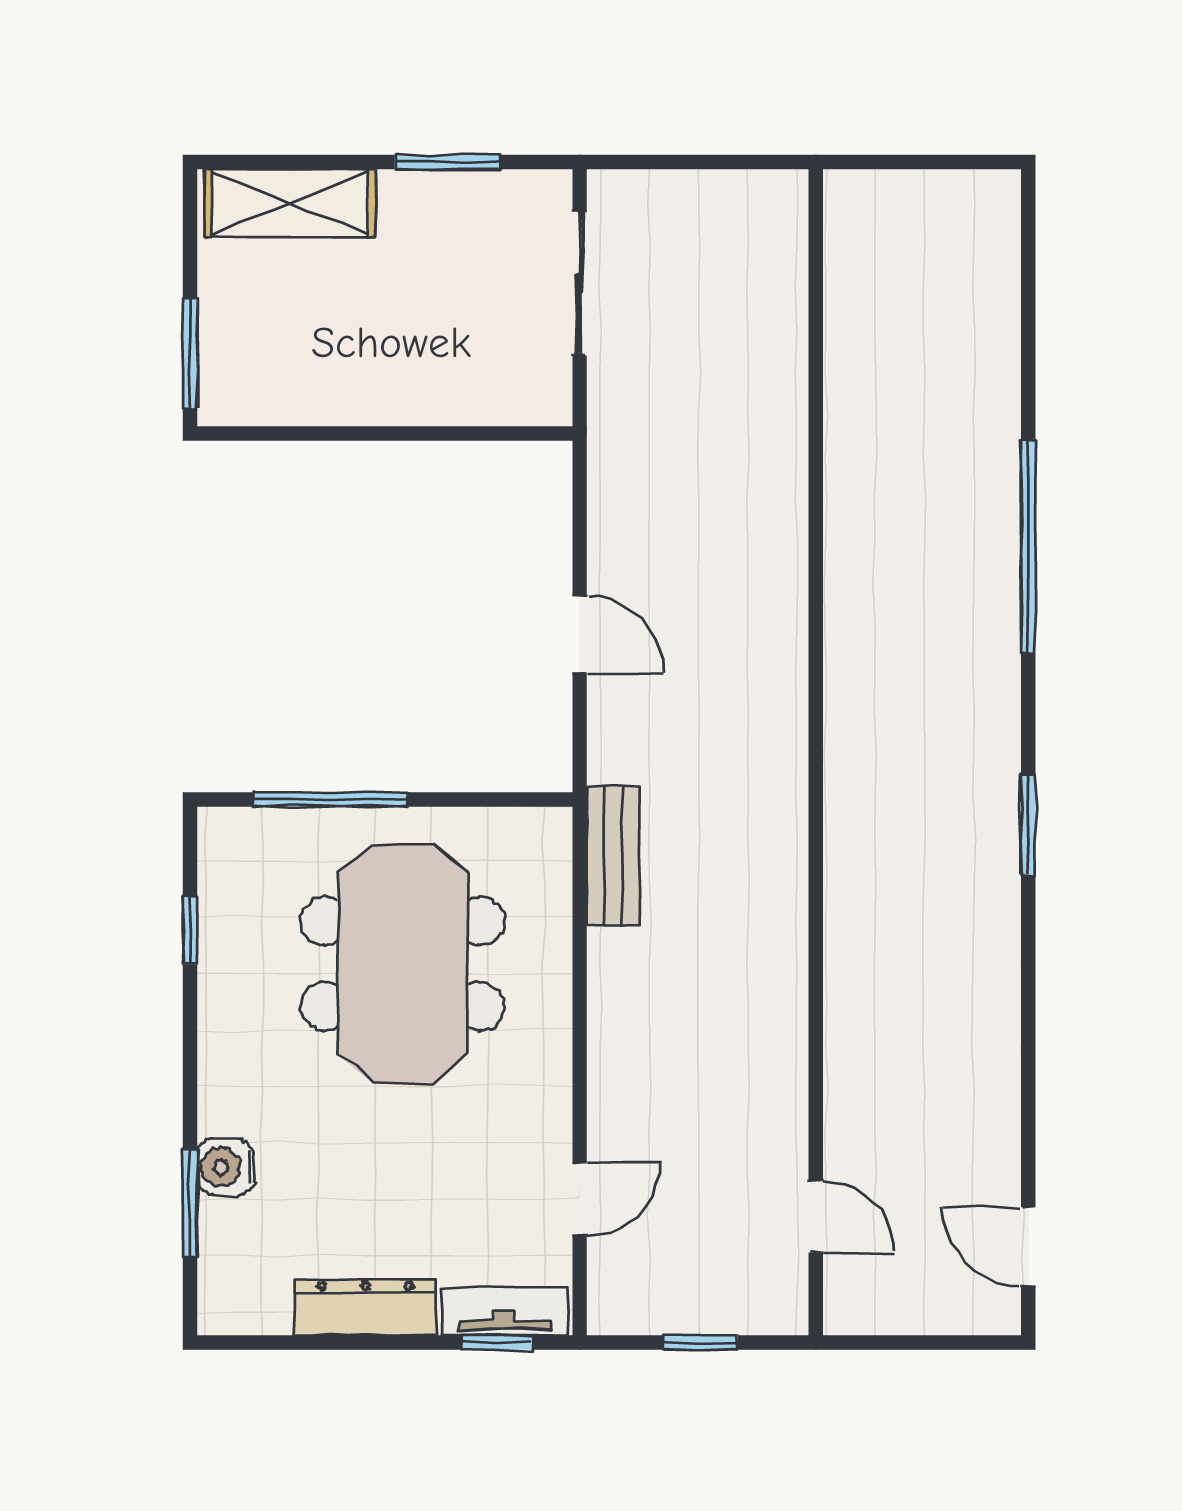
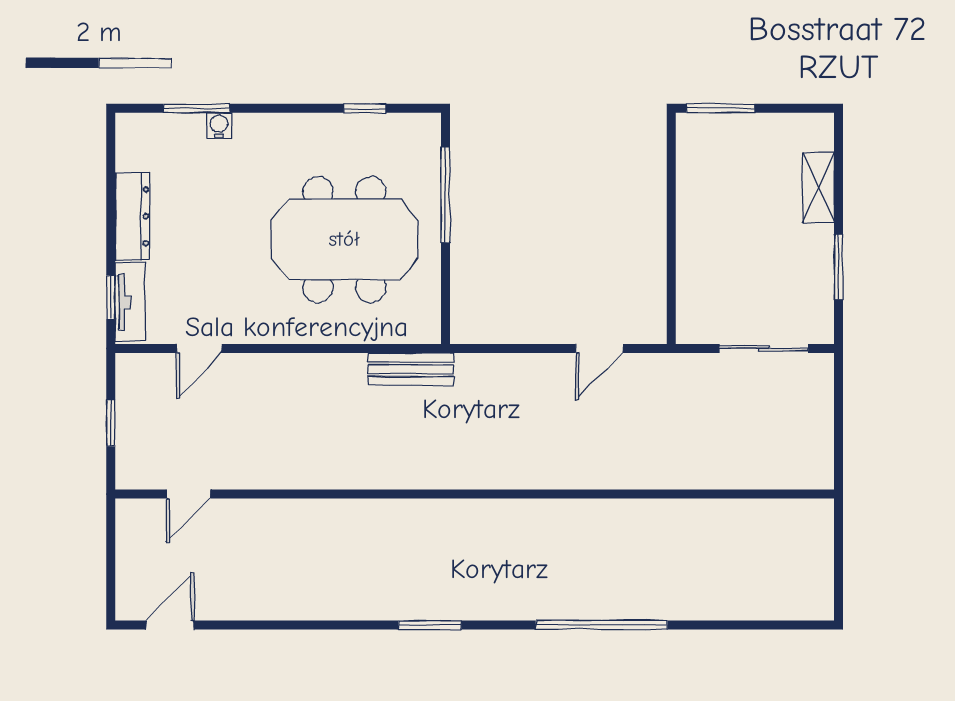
shelving: (290, 203) -> (818, 188), width x0.67, depth x0.75
door: (580, 634) -> (599, 348), moved
water cooler: (226, 1167) -> (219, 125), width x0.72, depth x0.72
door: (580, 1199) -> (199, 348), hinge flipped

